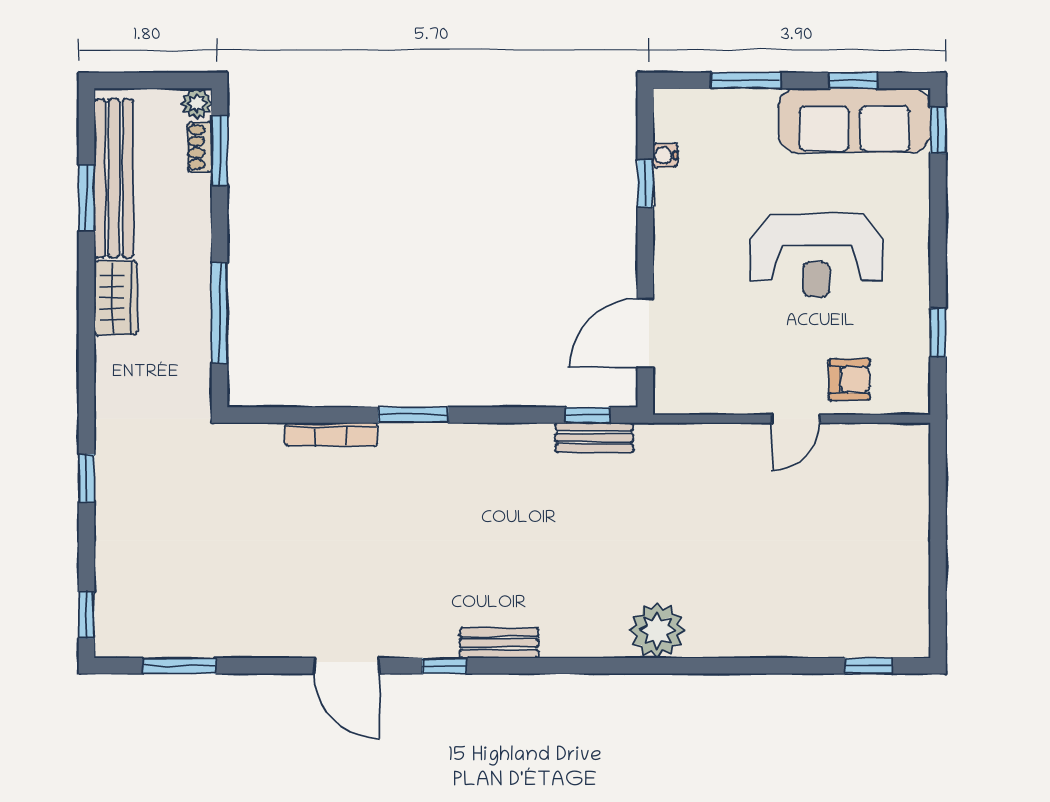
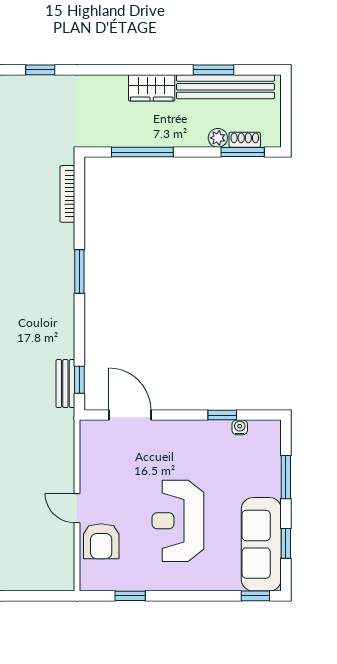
plant: (197, 103) -> (218, 138), moved
armchair: (849, 380) -> (101, 541), width x1.38, depth x1.38
bookcase: (331, 434) -> (67, 194), moved

